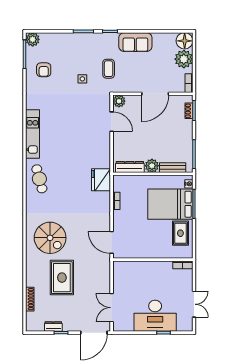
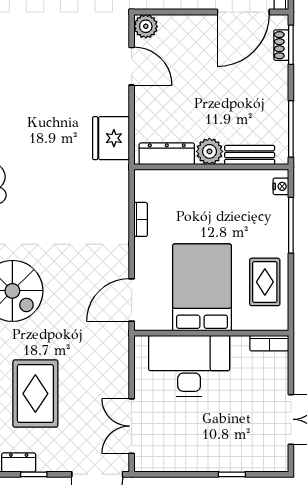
door: (155, 94) -> (243, 12), moved
fridge: (101, 180) -> (111, 138), moved
bed: (170, 204) -> (202, 287), moved, turned 90
door: (112, 242) -> (132, 300), hinge flipped
rug: (62, 278) -> (35, 394), moved
desk: (155, 316) -> (189, 366), moved, turned 180

